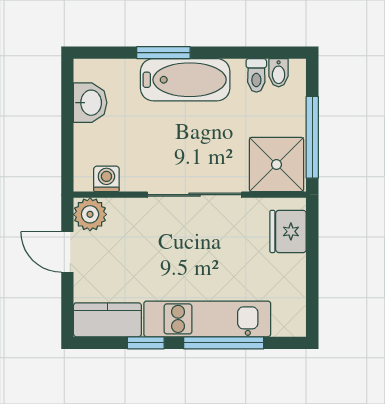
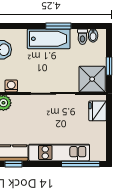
window: (163, 53) -> (58, 26), moved
window: (312, 137) -> (109, 66), width x0.46
window: (146, 343) -> (13, 164), moved
window: (224, 343) -> (81, 164), moved

